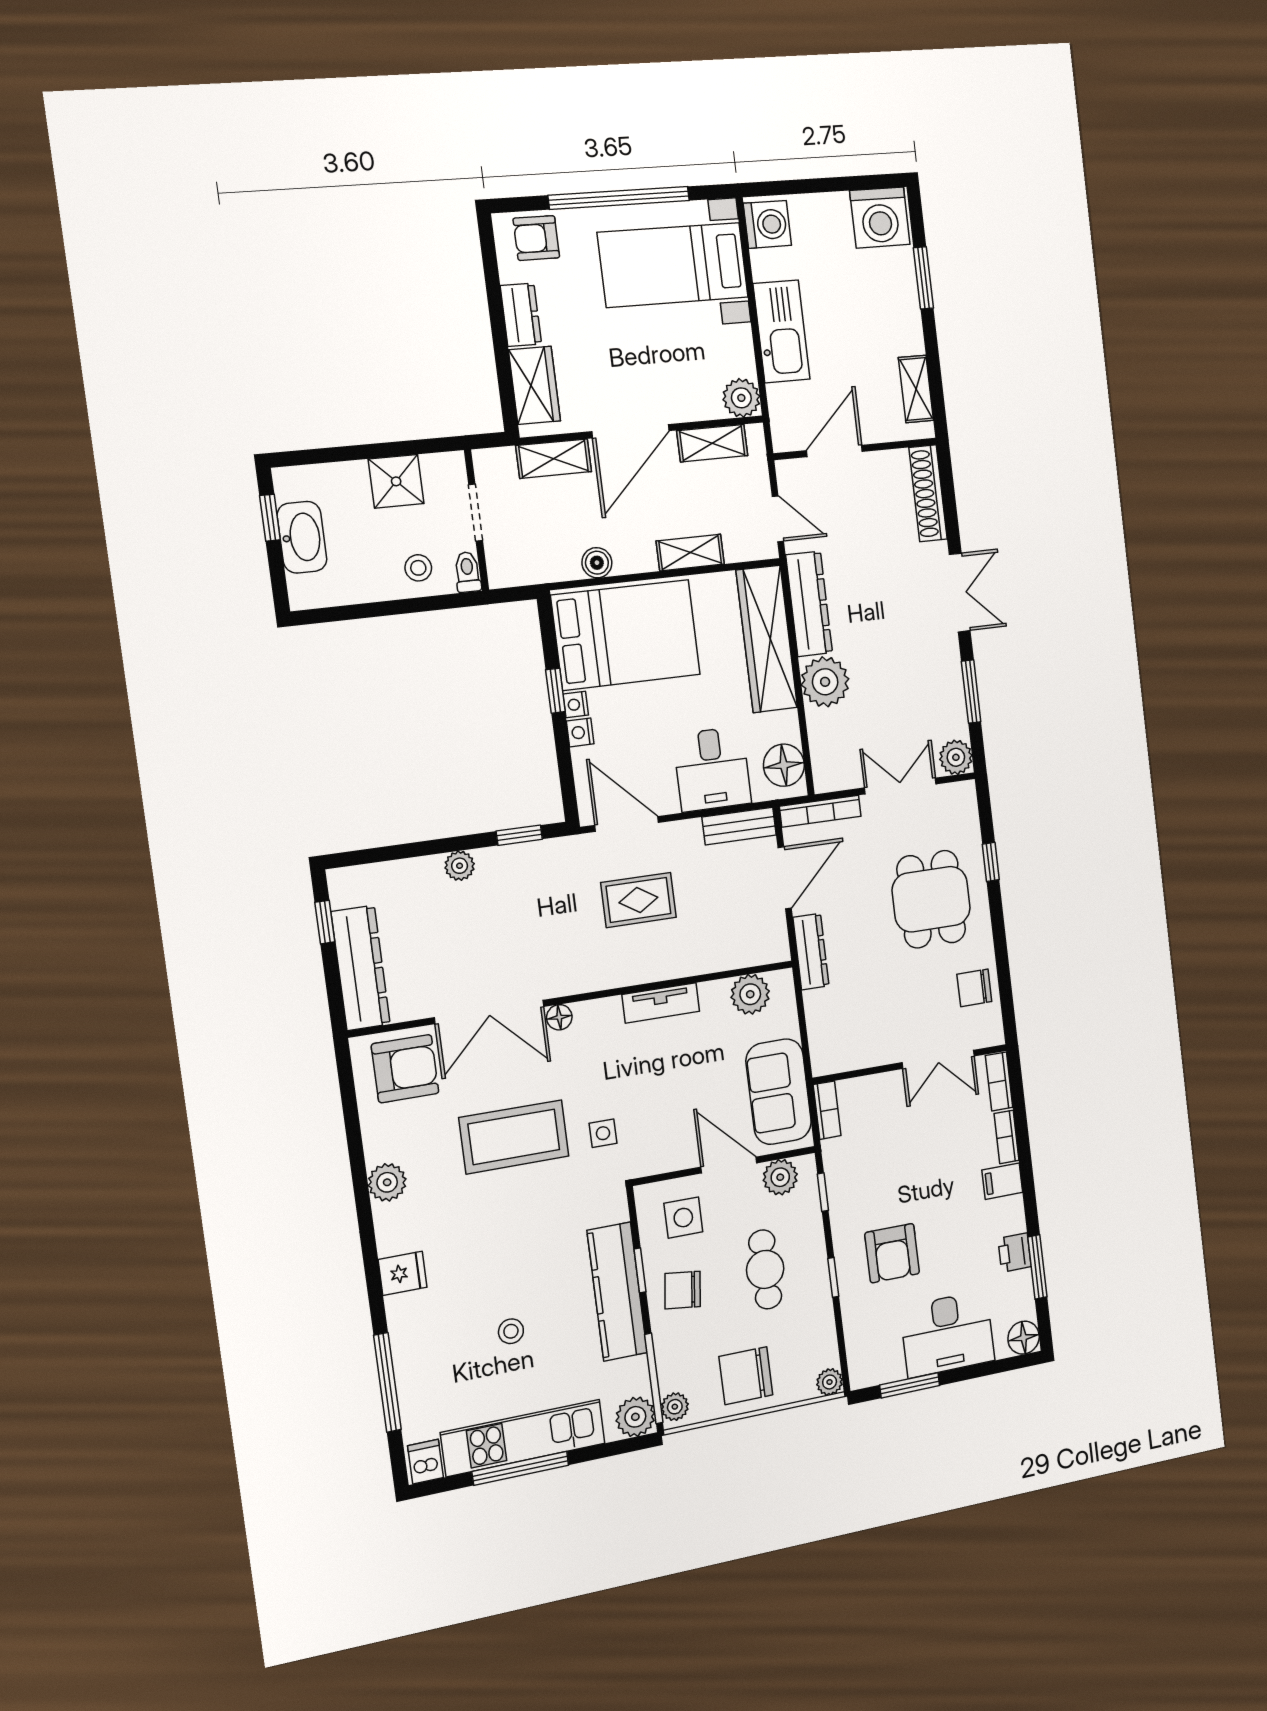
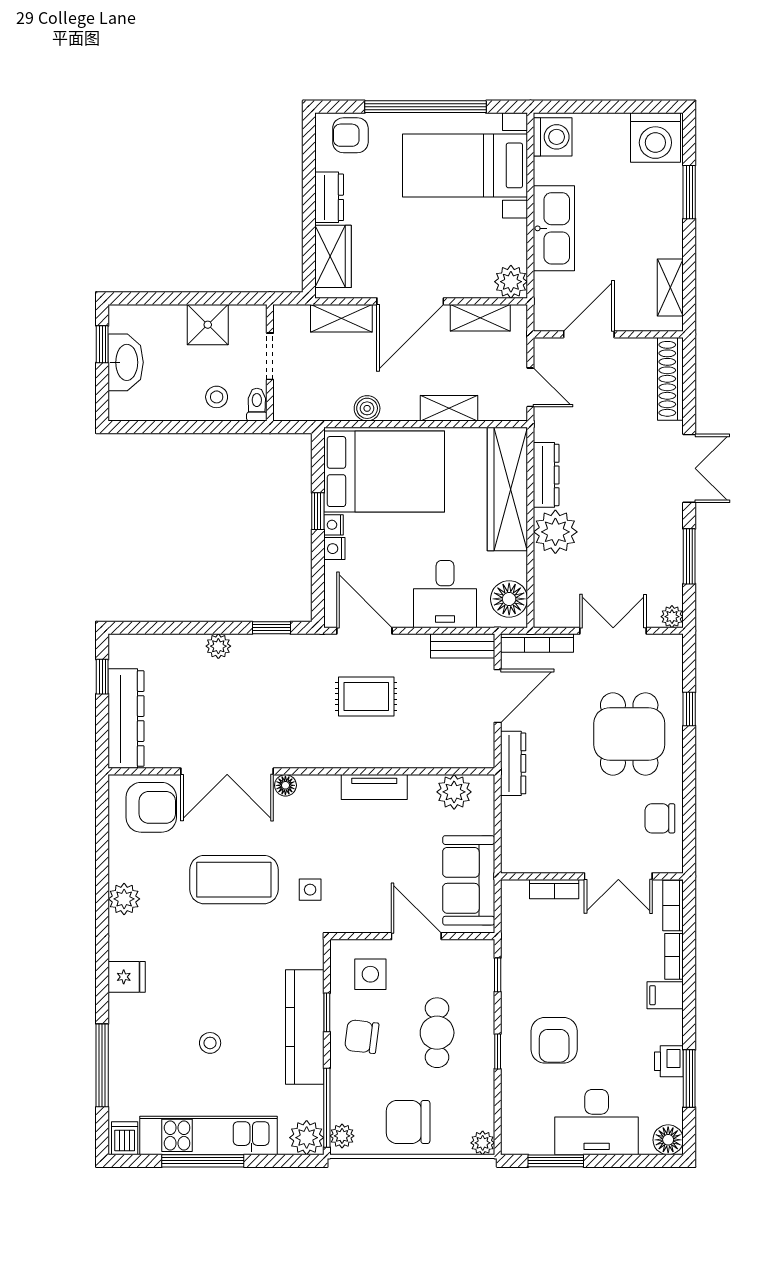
dresser: (809, 604) -> (546, 475), width x0.73, depth x0.80
plant: (956, 757) -> (672, 617), width x0.73, depth x0.73
bookcase: (827, 1110) -> (554, 889), moved, turned 90
plant: (780, 1177) -> (461, 955), removed

